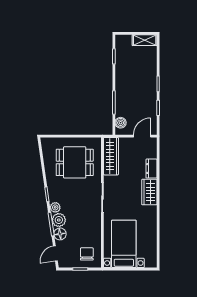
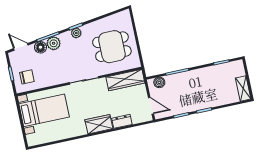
dining table: (75, 162) -> (112, 47), turned 90
plant: (55, 207) -> (76, 33), moved

